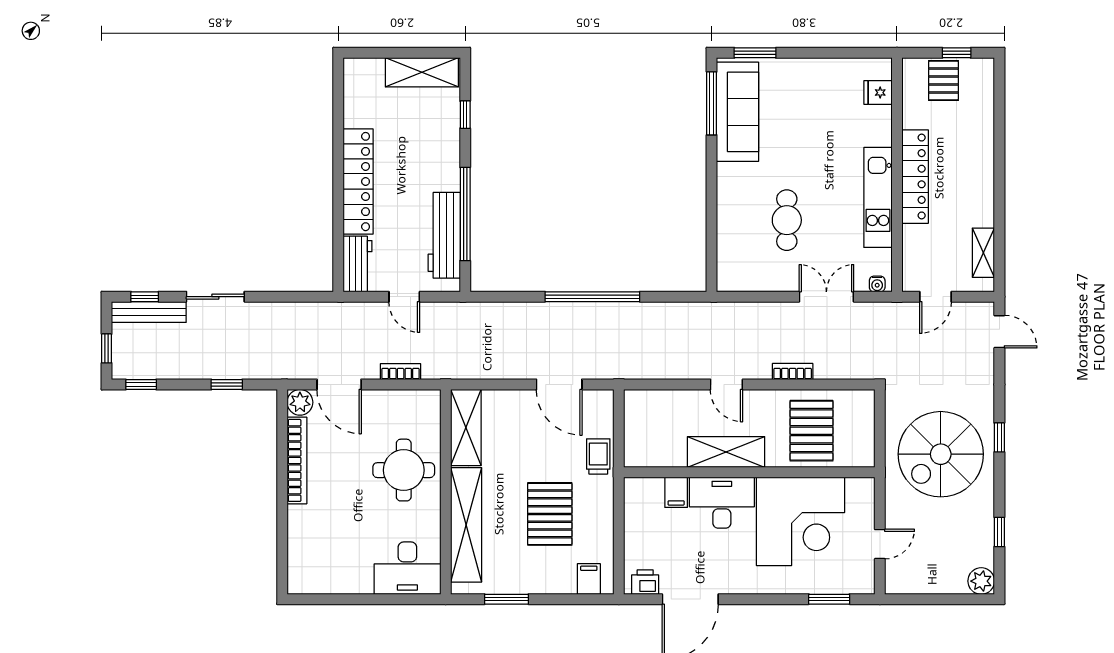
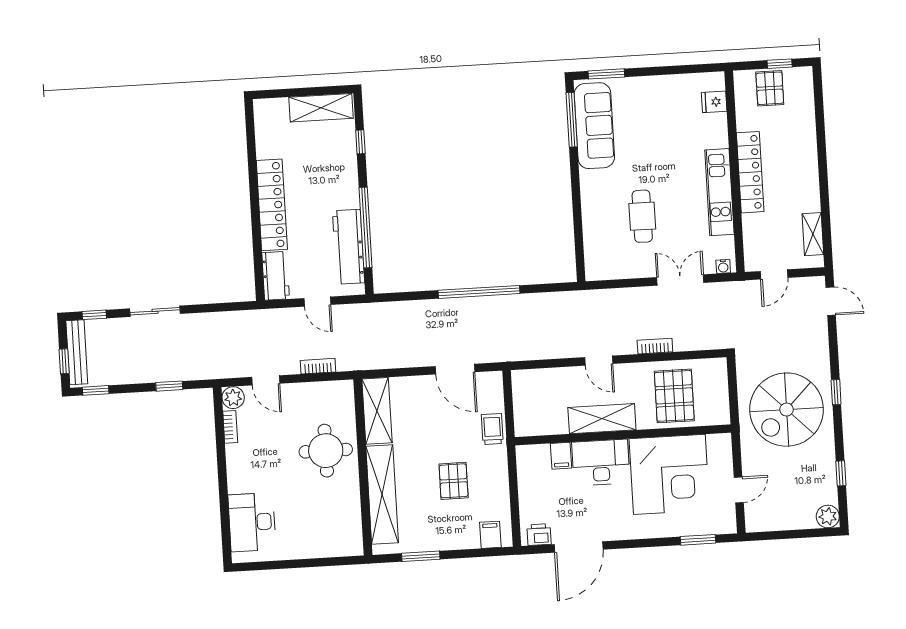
bench: (149, 312) -> (77, 352), moved, turned 90
door: (339, 385) -> (266, 380), width x0.73
bookcase: (297, 460) -> (230, 427), width x0.43, depth x0.76
pallet: (550, 514) -> (454, 481), width x0.67, depth x0.71
desk: (407, 568) -> (252, 522), moved, turned 90

